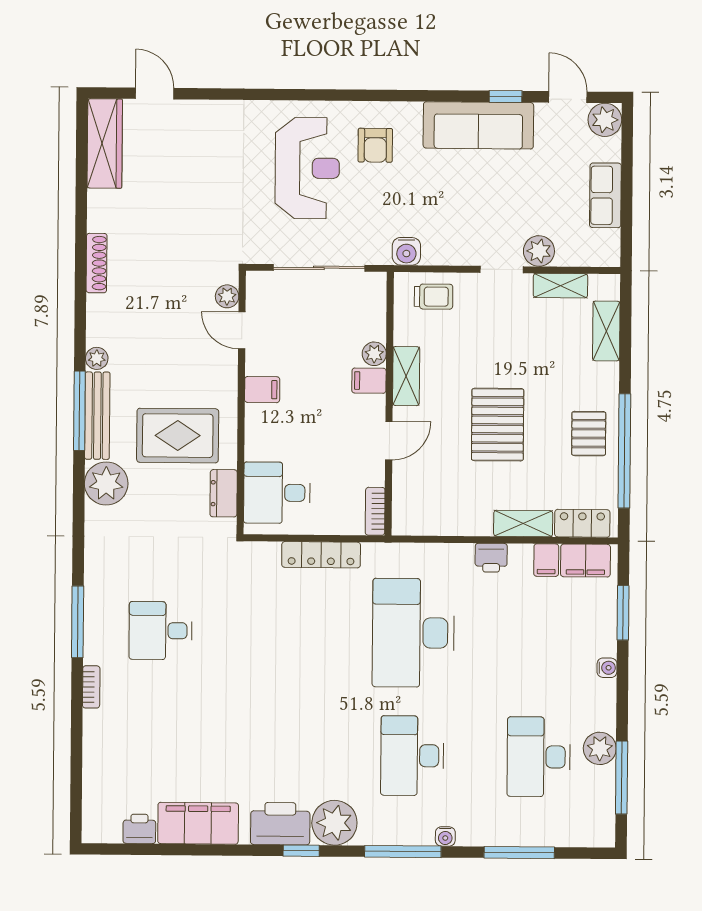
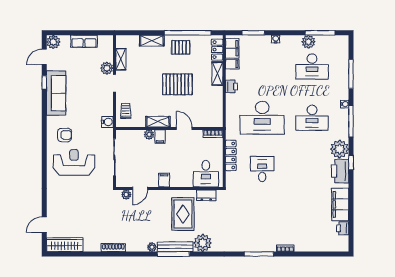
shelving: (606, 331) -> (152, 41), moved
desk: (161, 631) -> (262, 169), moved, turned 180

